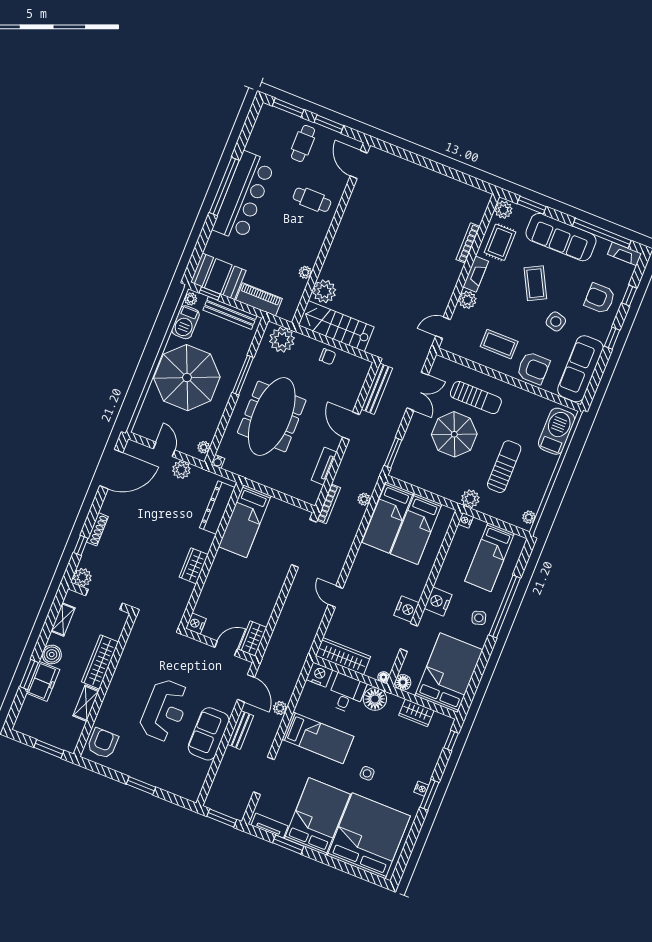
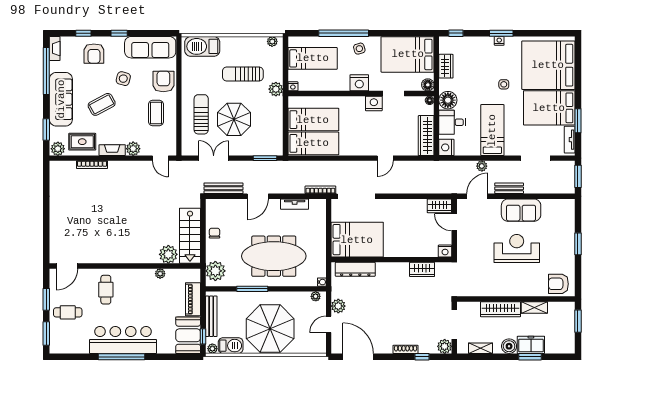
plant: (364, 499) -> (307, 166), removed
bed: (245, 521) -> (357, 240), width x1.50
wardrobe: (194, 566) -> (422, 269), moved

